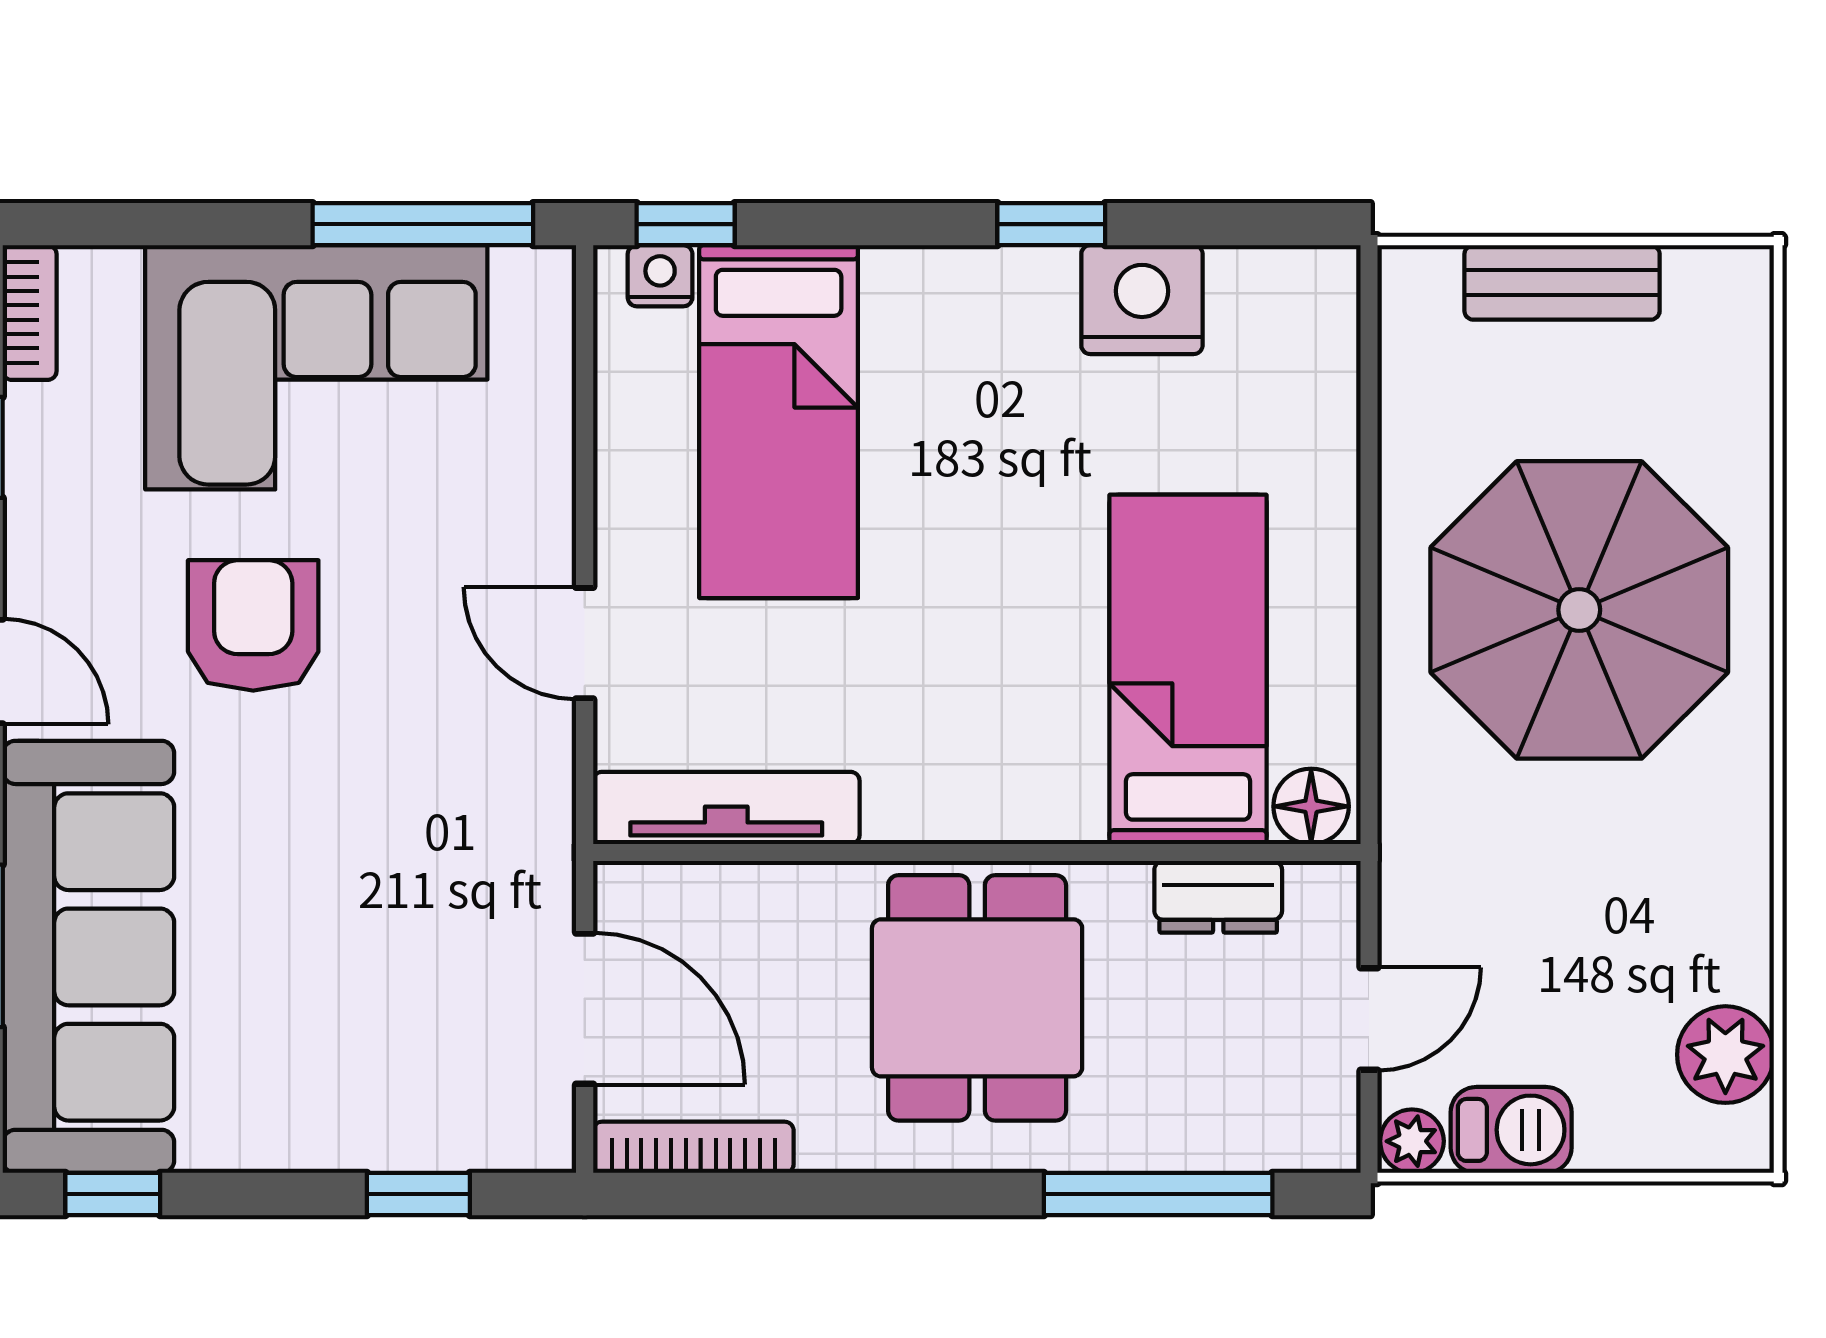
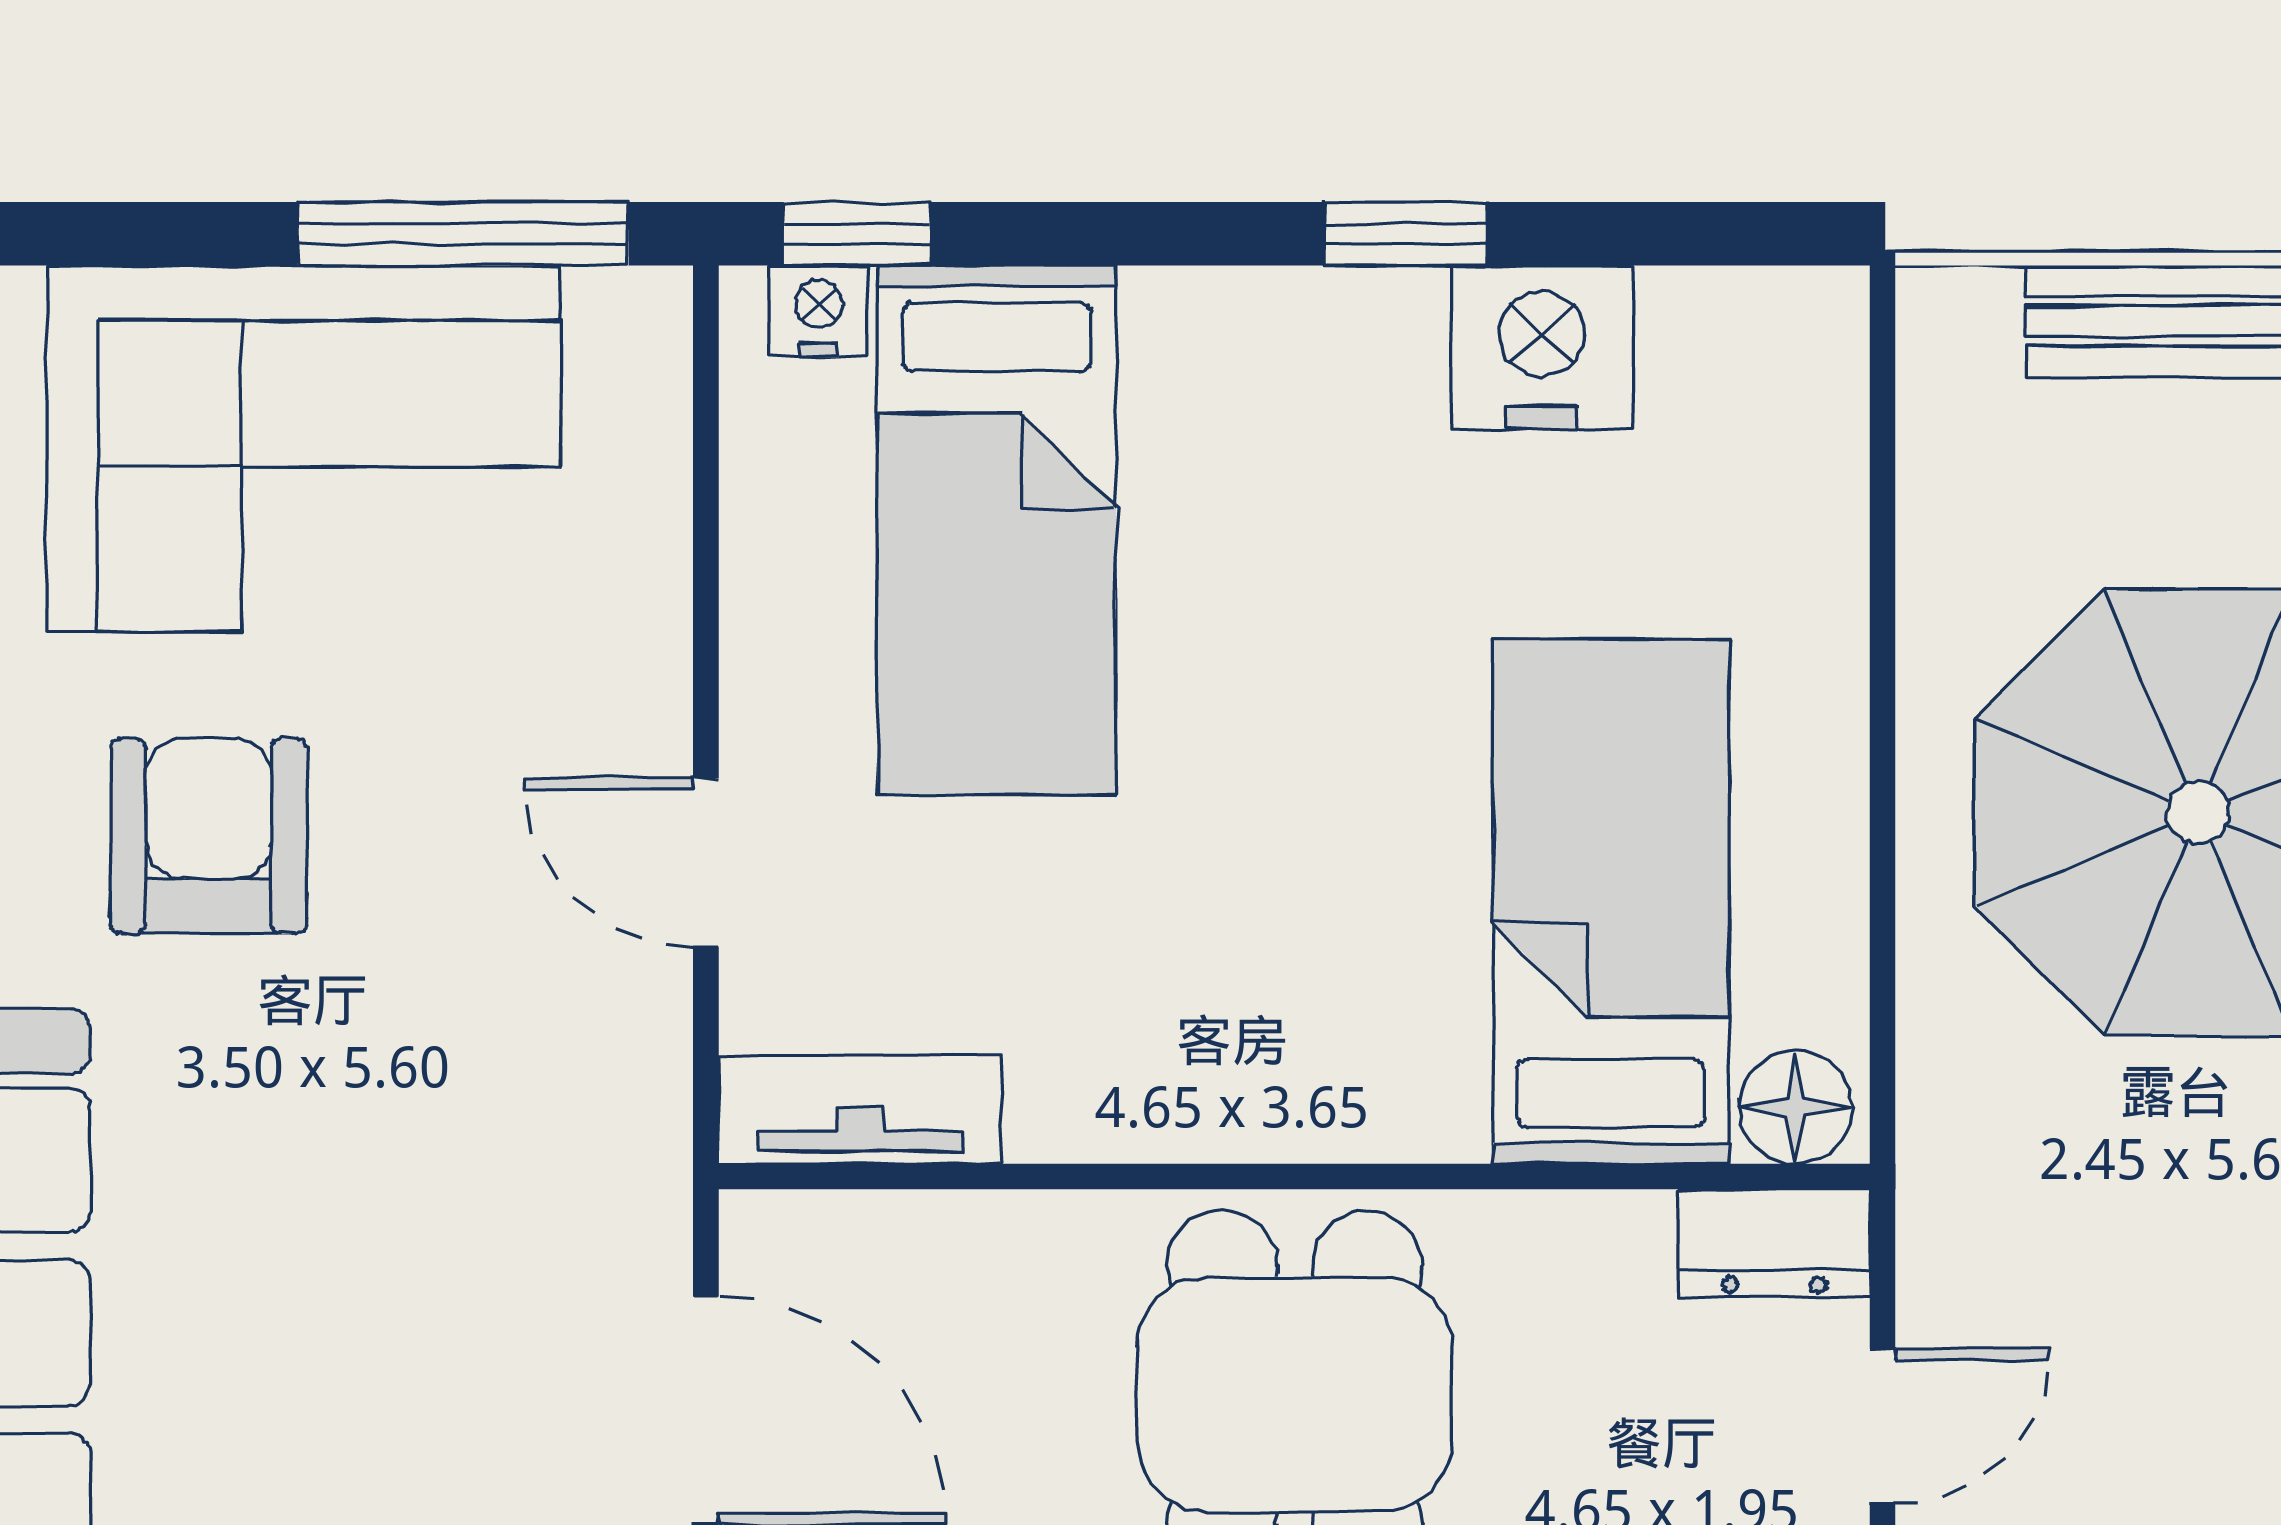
tv unit: (726, 808) -> (860, 1110), width x0.71
dresser: (1218, 897) -> (1774, 1243), moved

